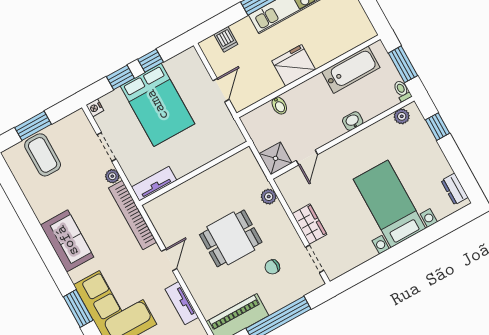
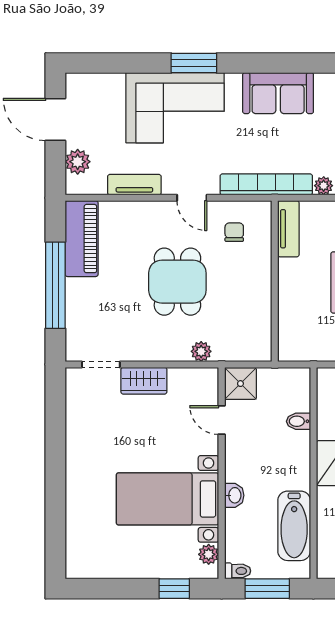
dresser: (455, 189) -> (92, 569), removed
bed with nightstands: (390, 204) -> (167, 499), moved, turned 180
chair: (272, 267) -> (234, 232), moved

